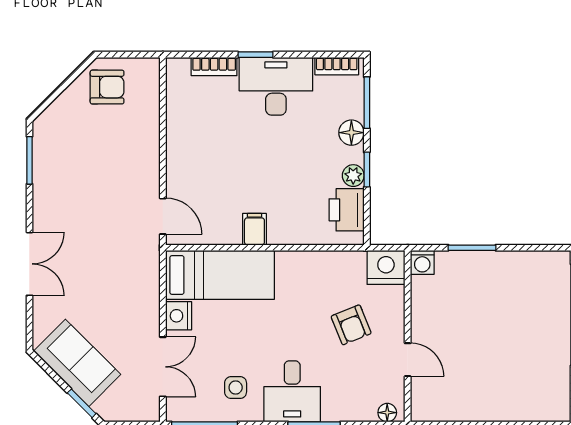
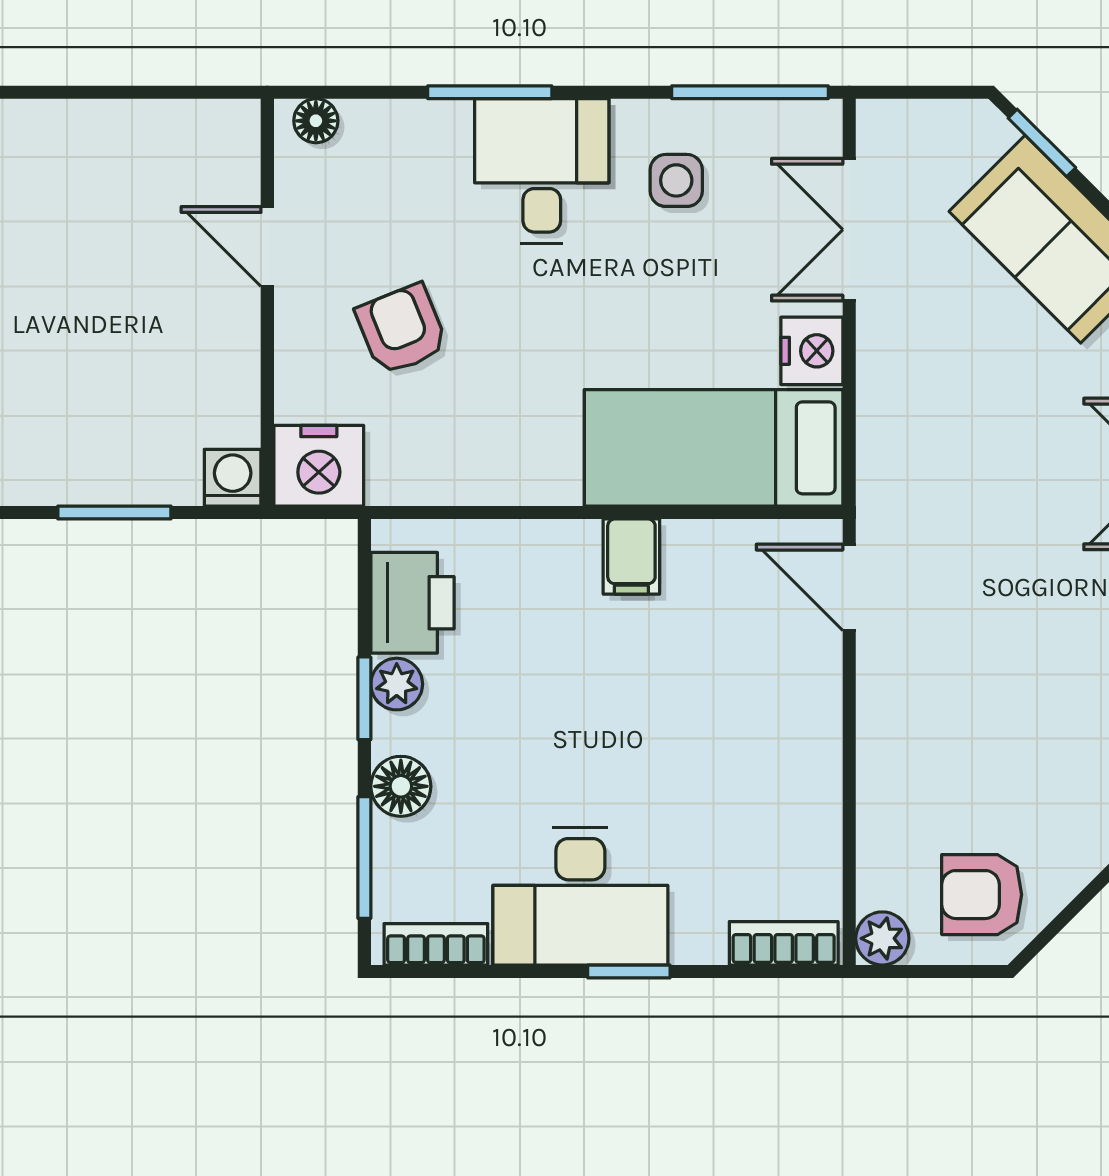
bookcase: (214, 67) -> (784, 943), moved
plant: (149, 69) -> (882, 938), added

